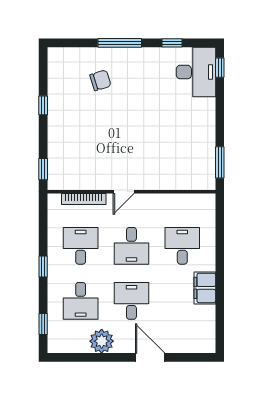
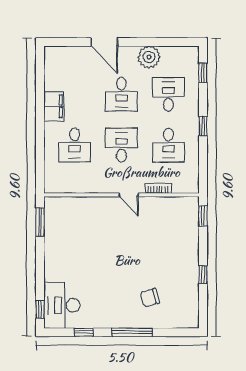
door: (124, 192) -> (129, 195), swing flipped
bookcase: (84, 199) -> (158, 188), width x0.64

